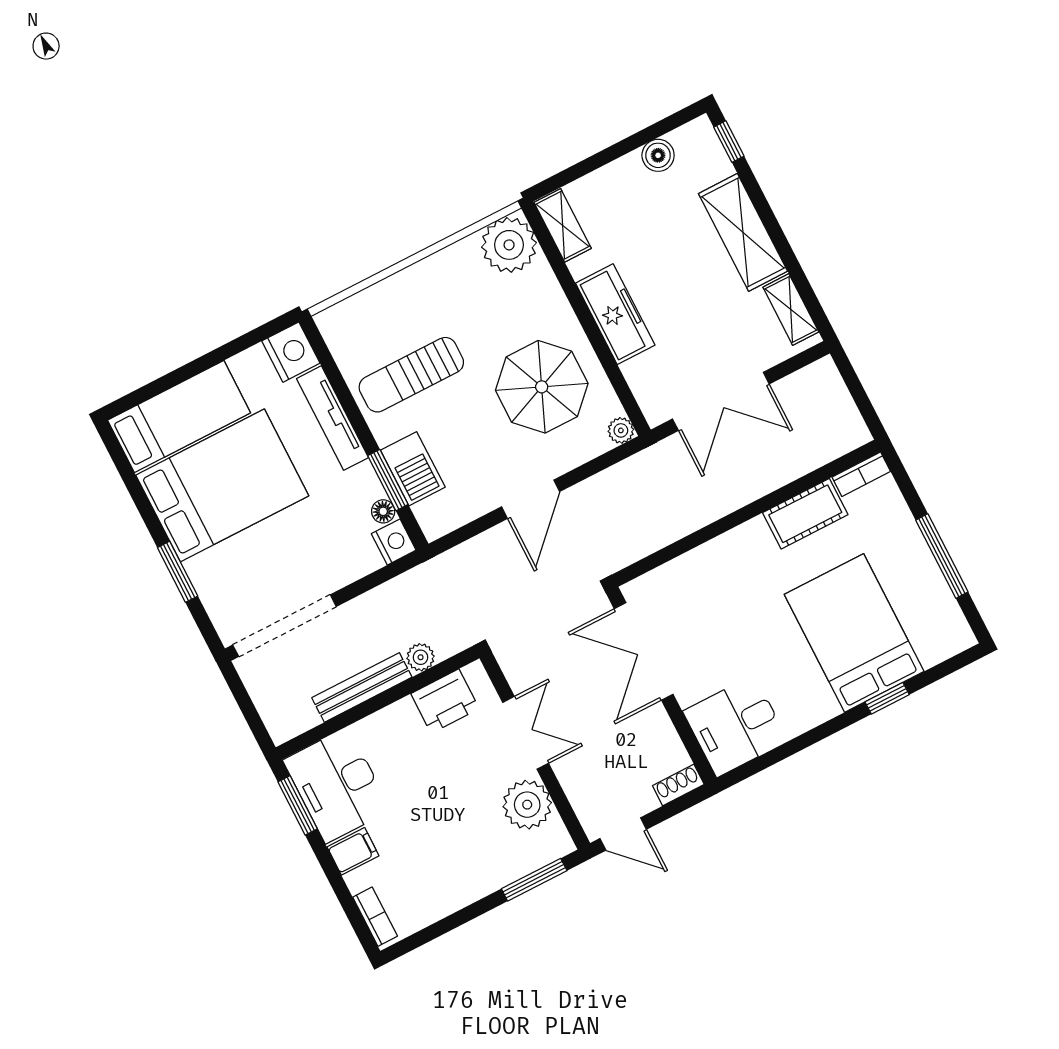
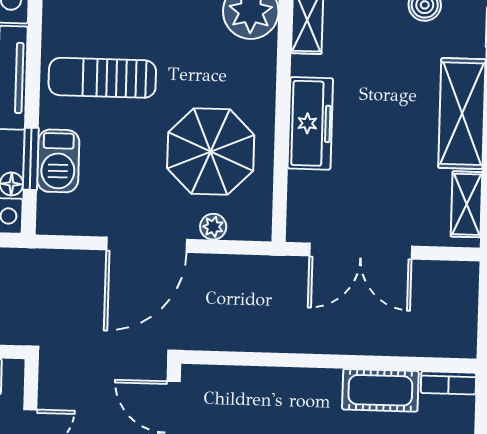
plant: (621, 430) -> (213, 227), moved
door: (531, 499) -> (147, 245), width x1.36

